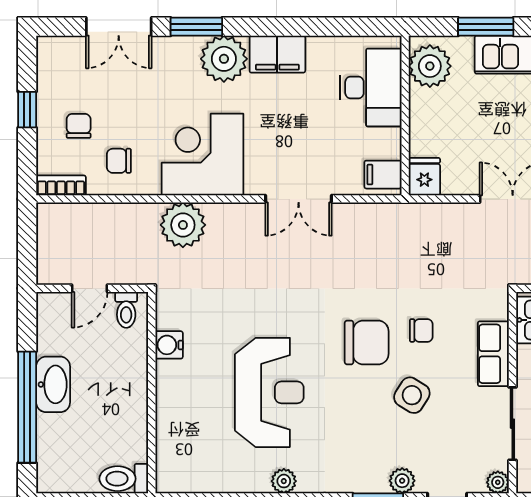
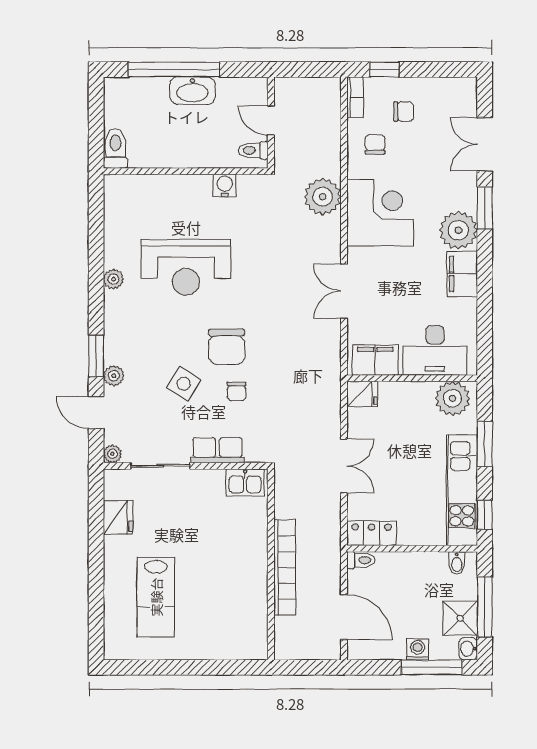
window: (27, 110) -> (384, 70), moved
filing cabinet: (383, 175) -> (375, 360), width x2.00

